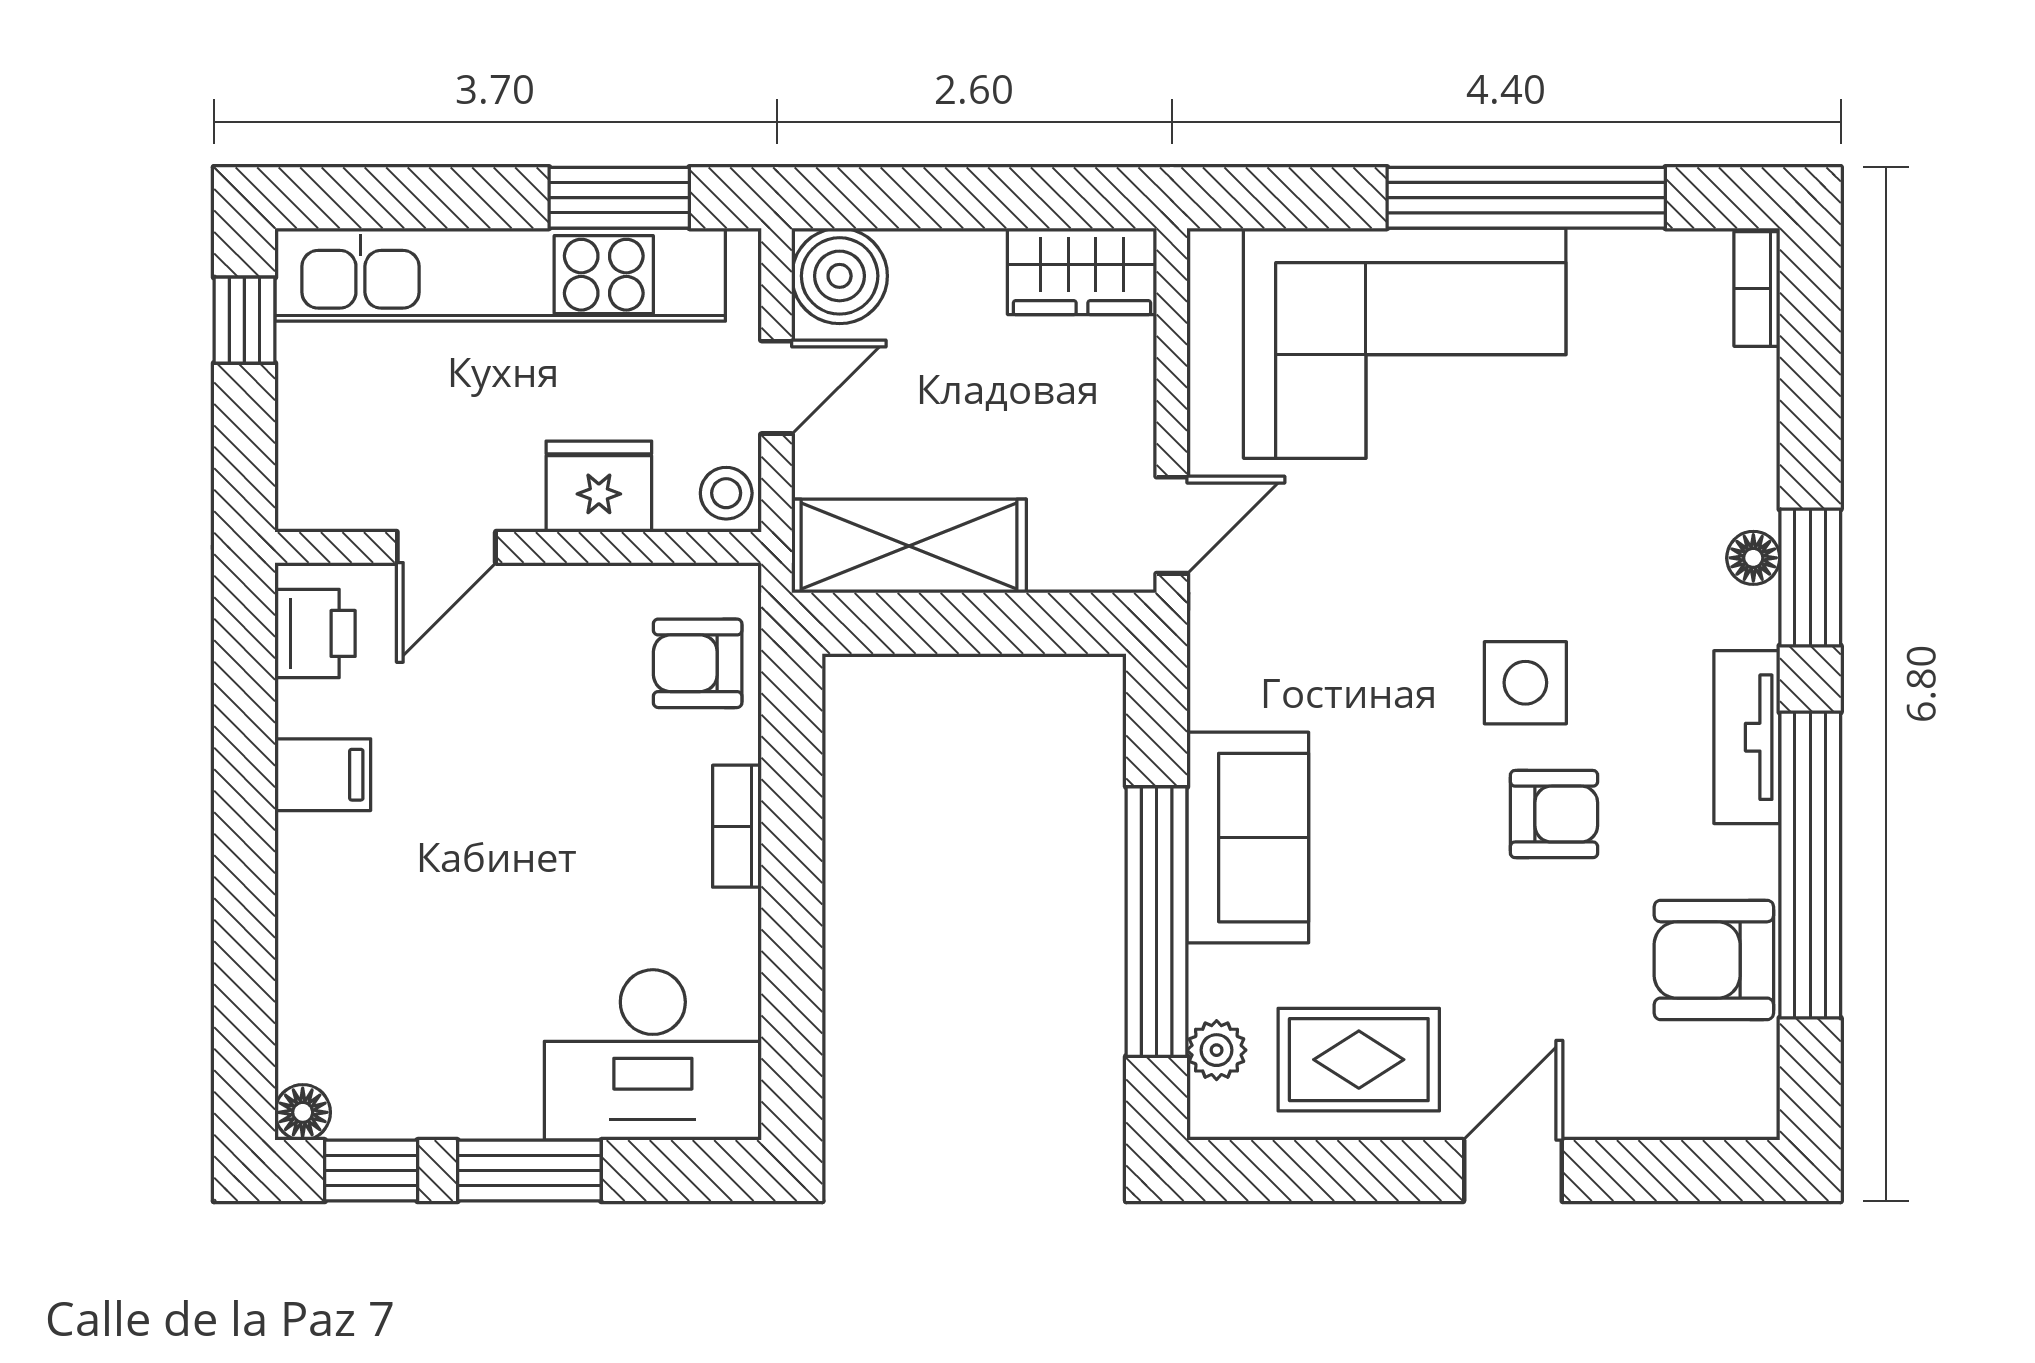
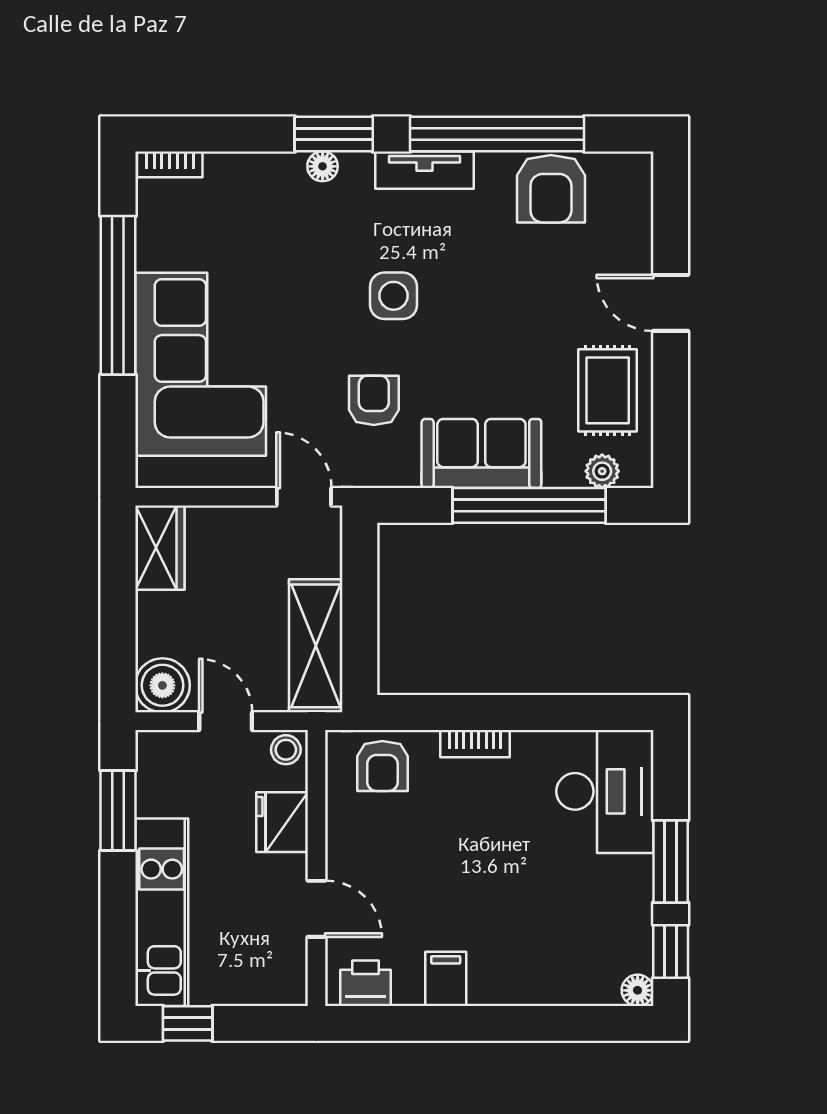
kitchen unit: (500, 275) -> (162, 912), width x0.73
armchair: (1554, 814) -> (374, 400), moved

